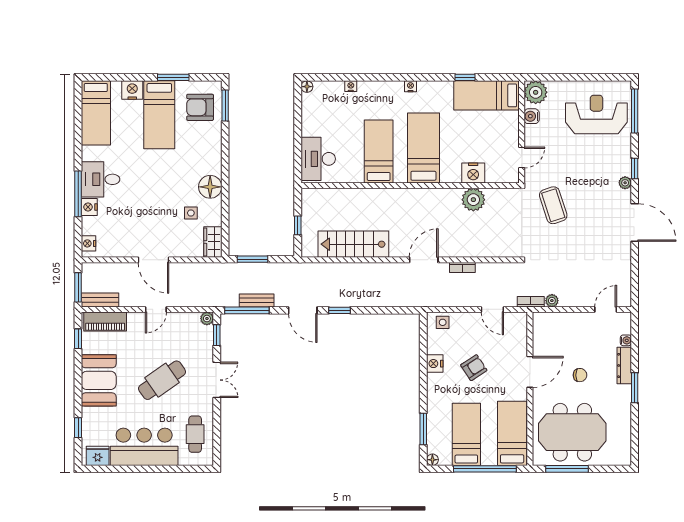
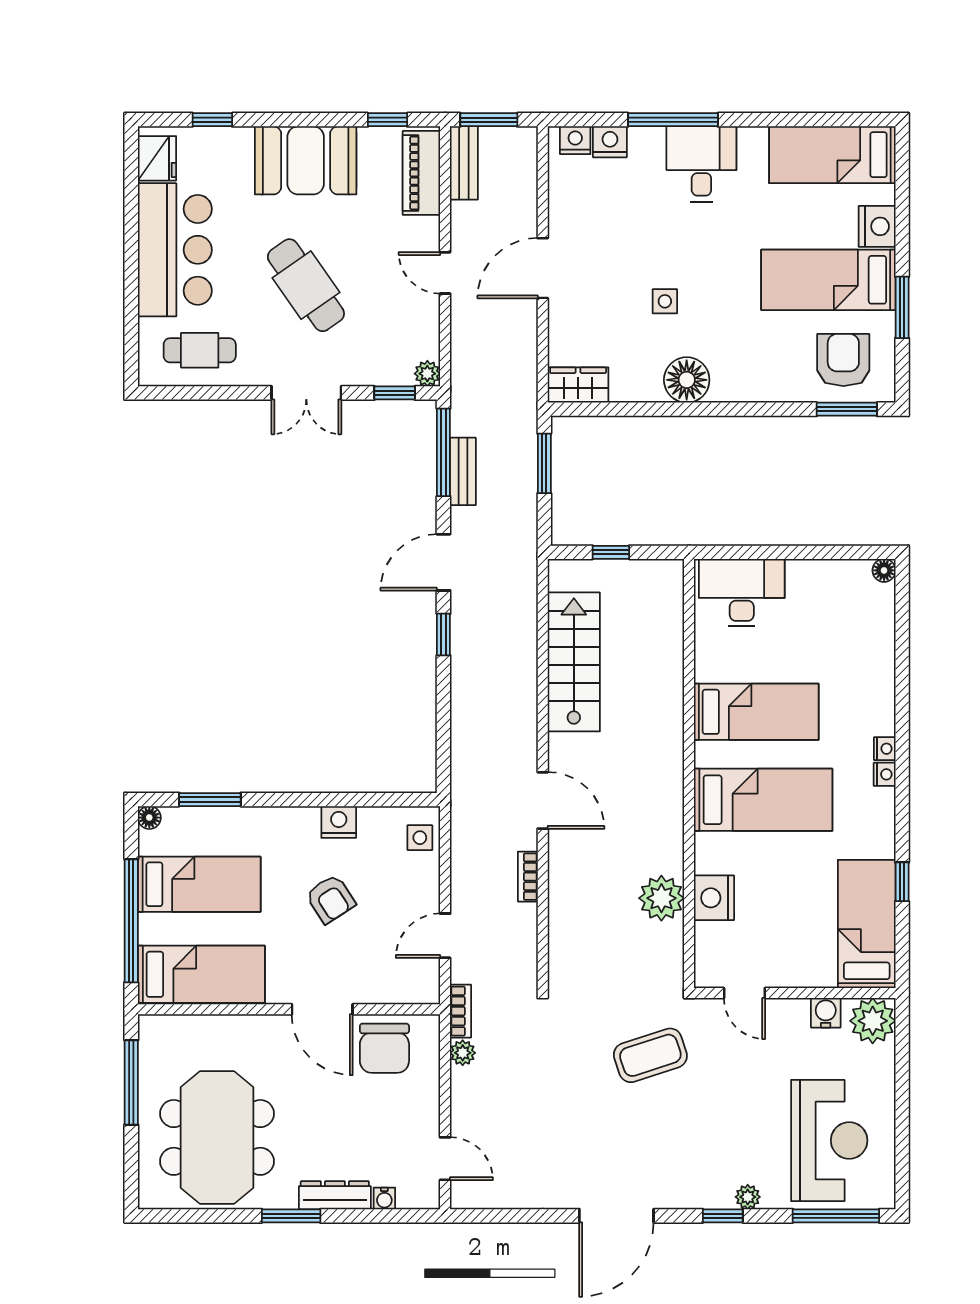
nightstand: (351, 86) -> (885, 749), moved
plant: (625, 183) -> (748, 1197), moved
nightstand: (89, 207) -> (610, 142), moved
side table: (191, 213) -> (665, 301), moved
chair: (580, 375) -> (384, 1048), moved, width x1.87, depth x1.87
meeting table: (572, 432) -> (217, 1137), moved

